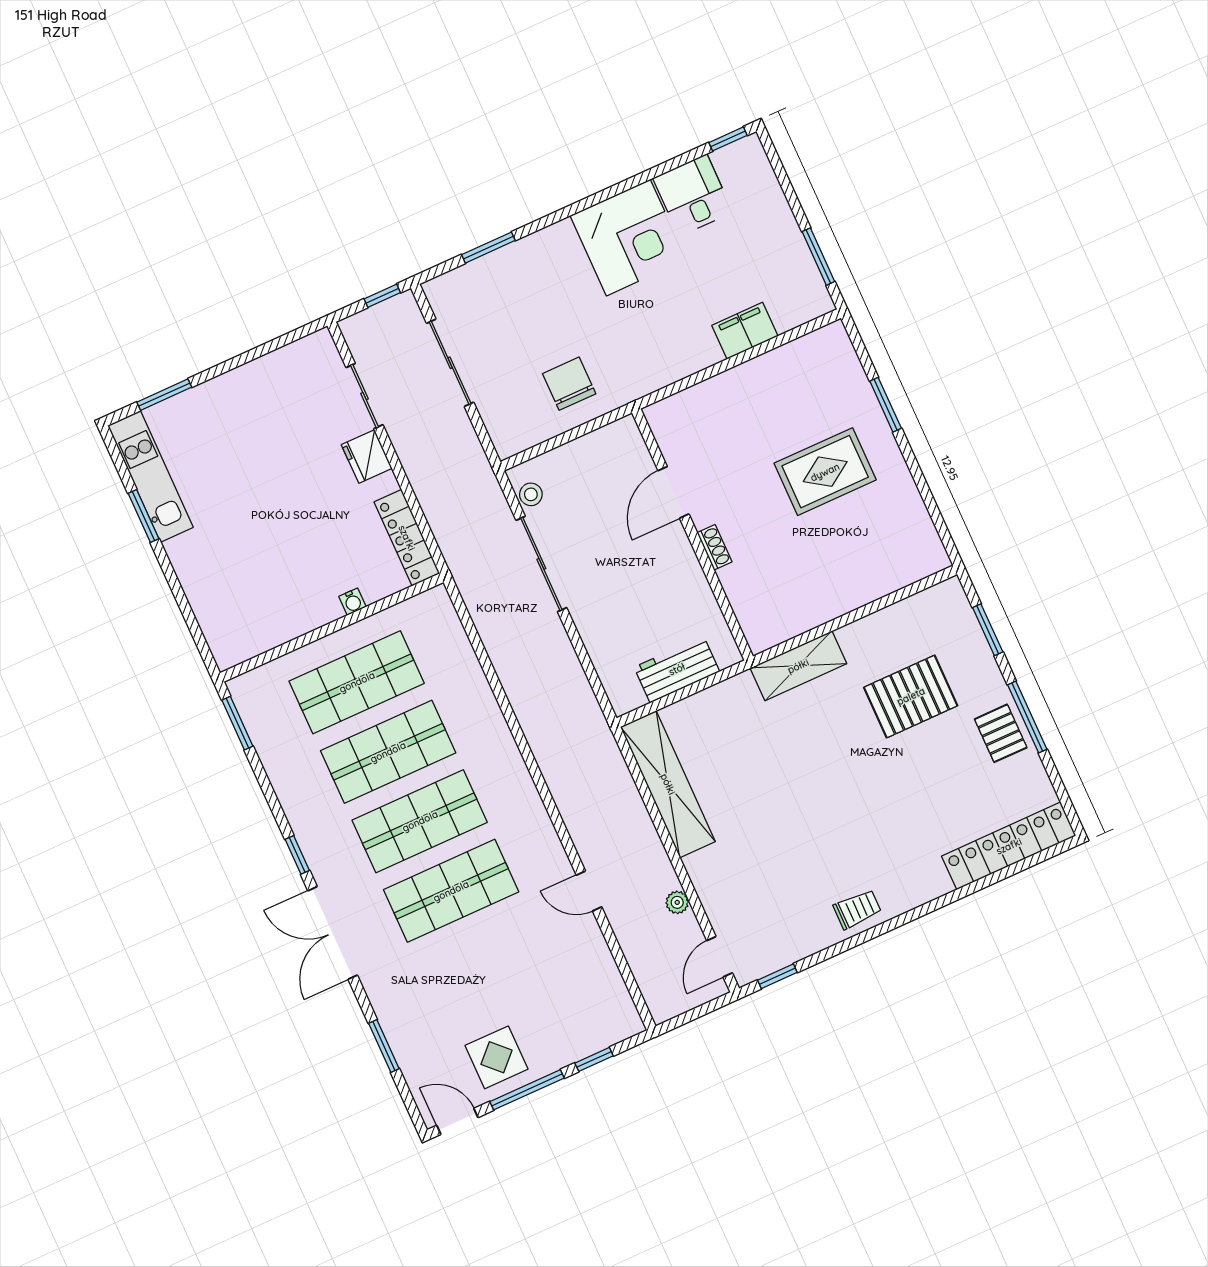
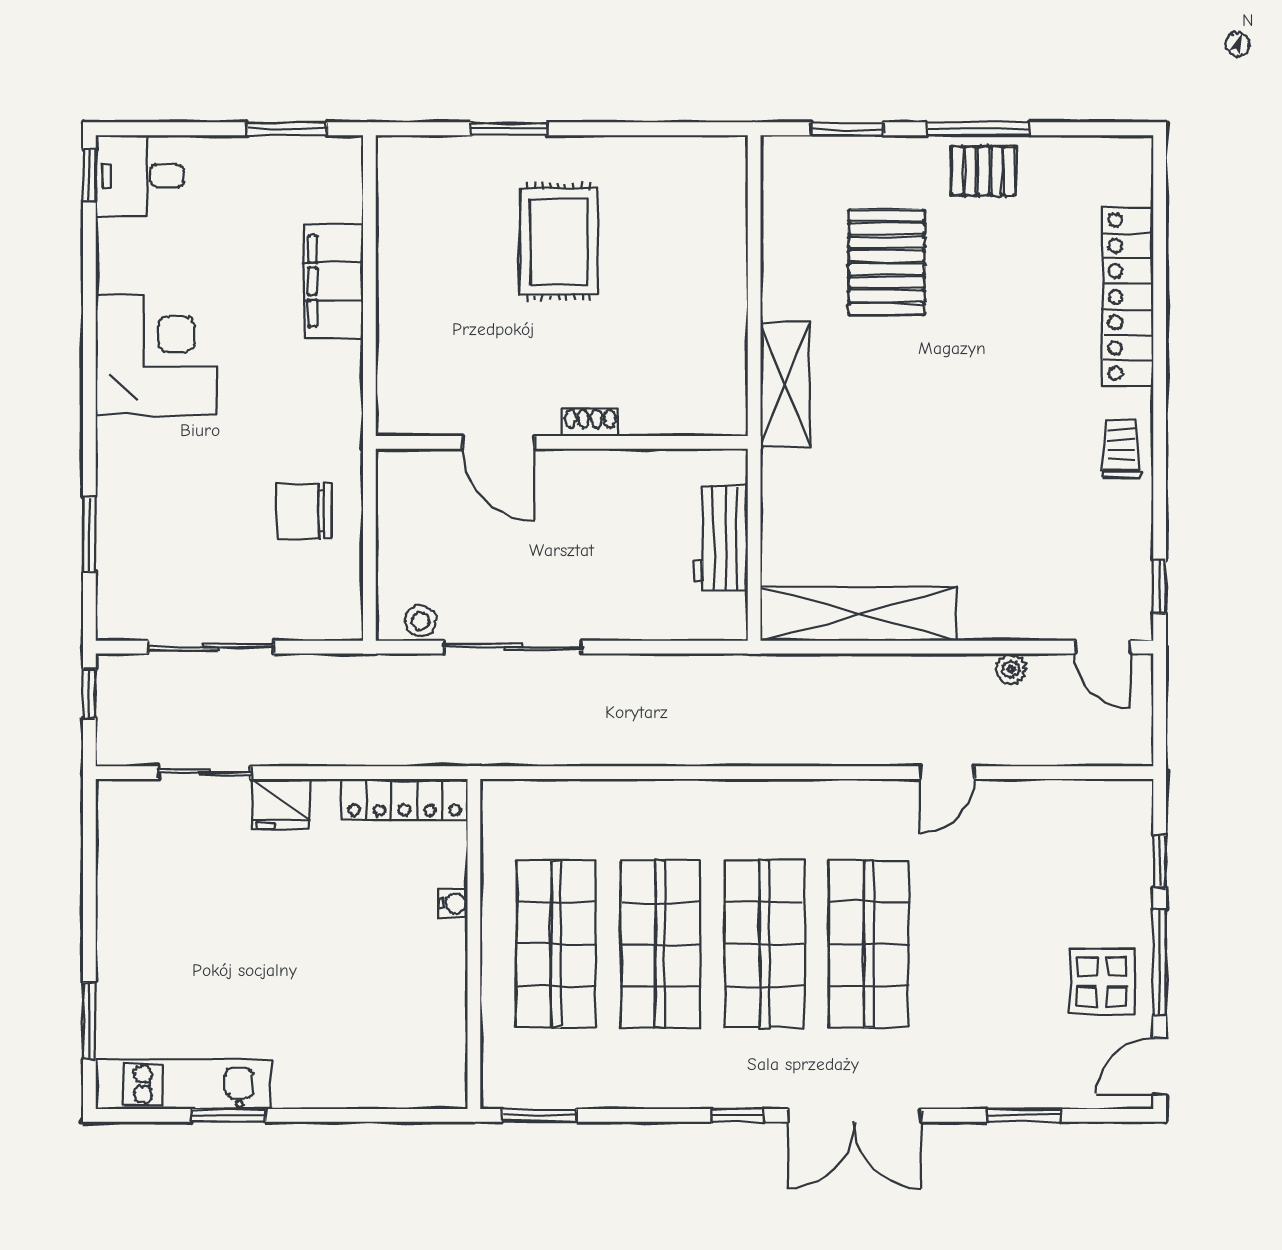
desk: (693, 195) -> (140, 176), moved
filing cabinet: (745, 331) -> (333, 281), width x1.50, depth x1.17
locker: (1009, 846) -> (1128, 297), moved

